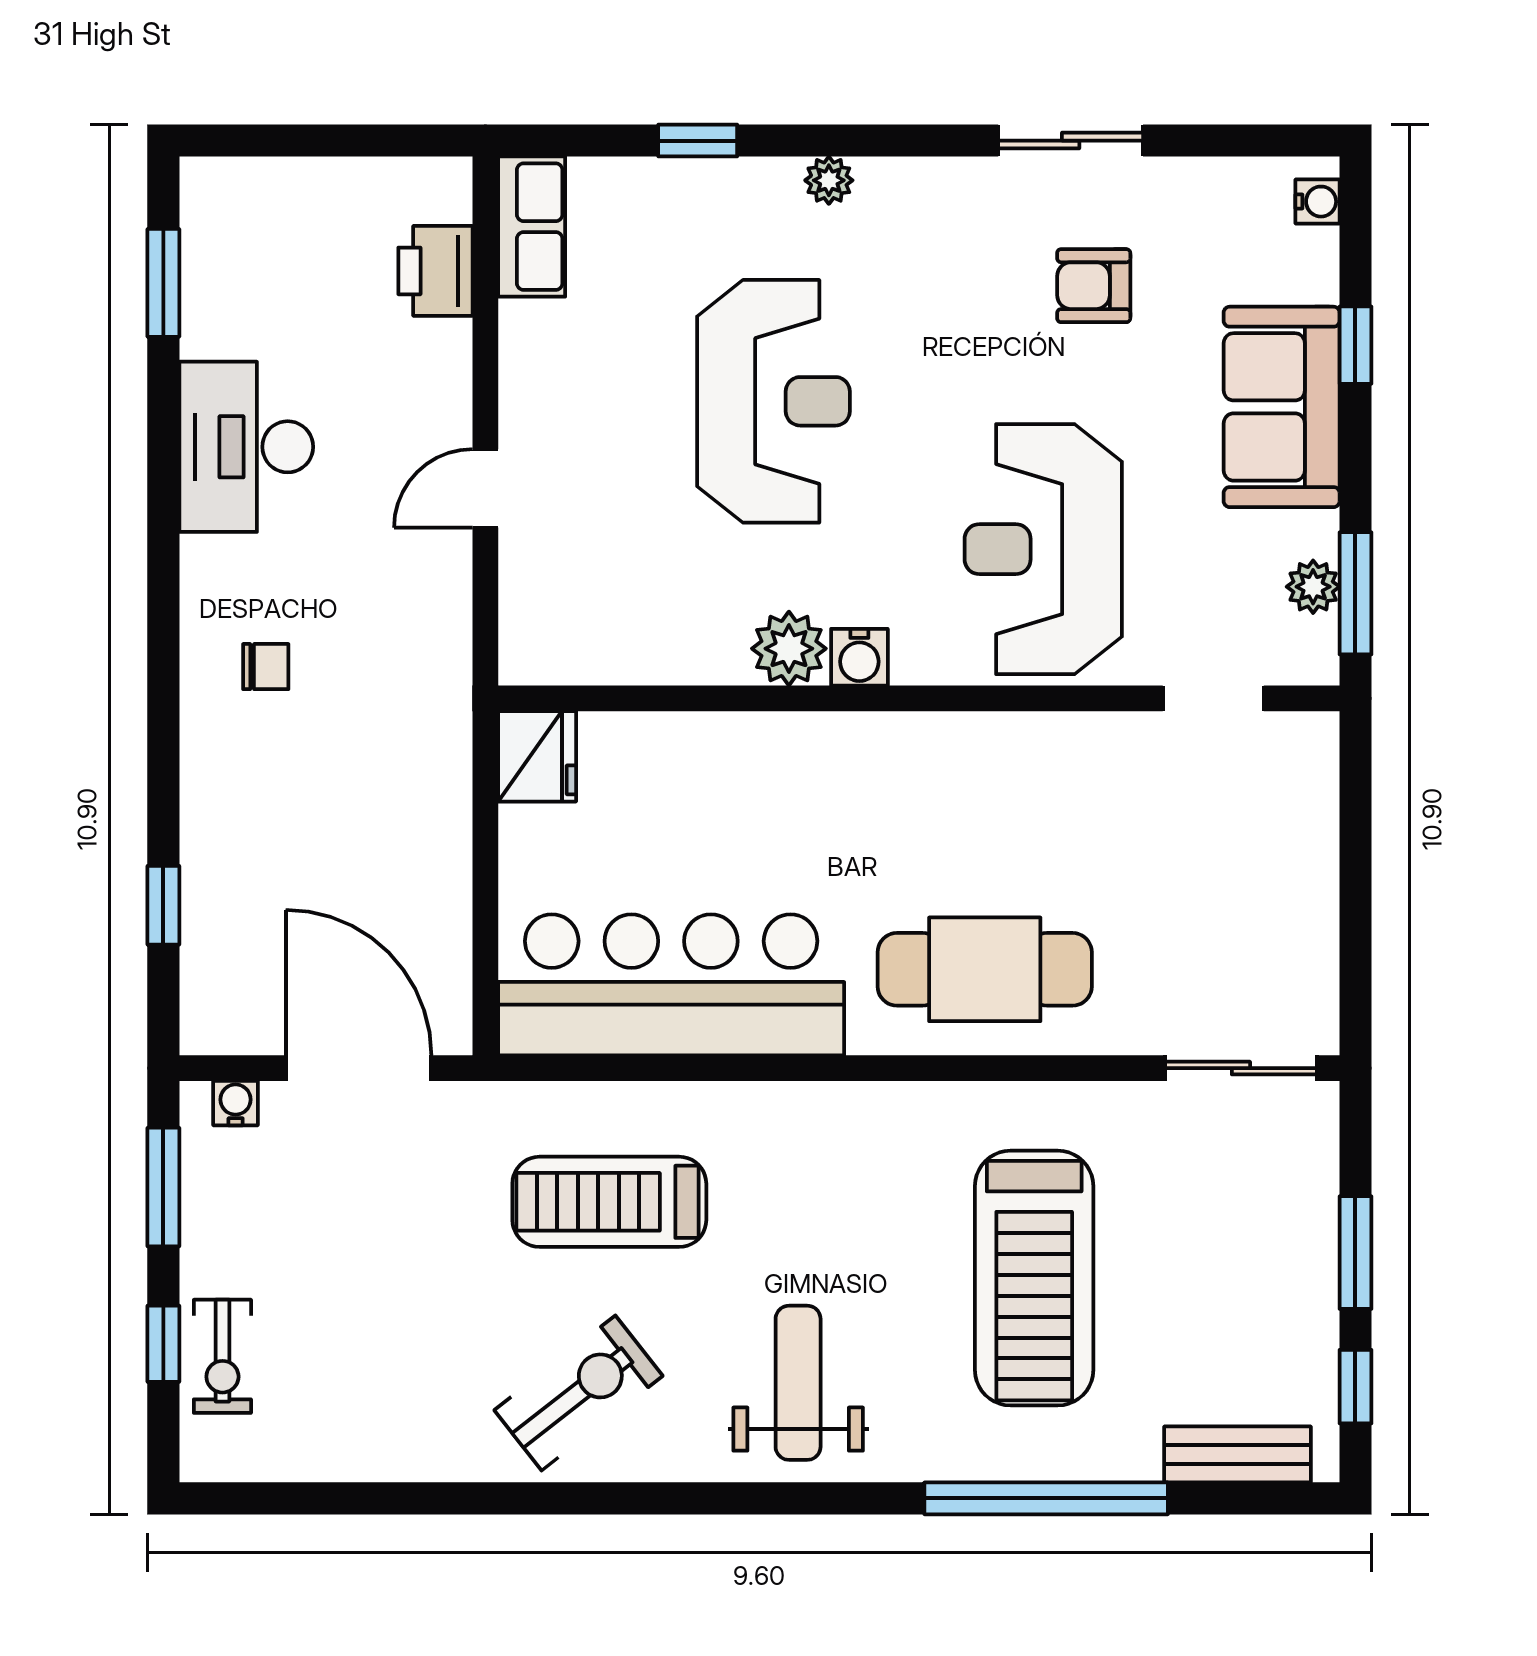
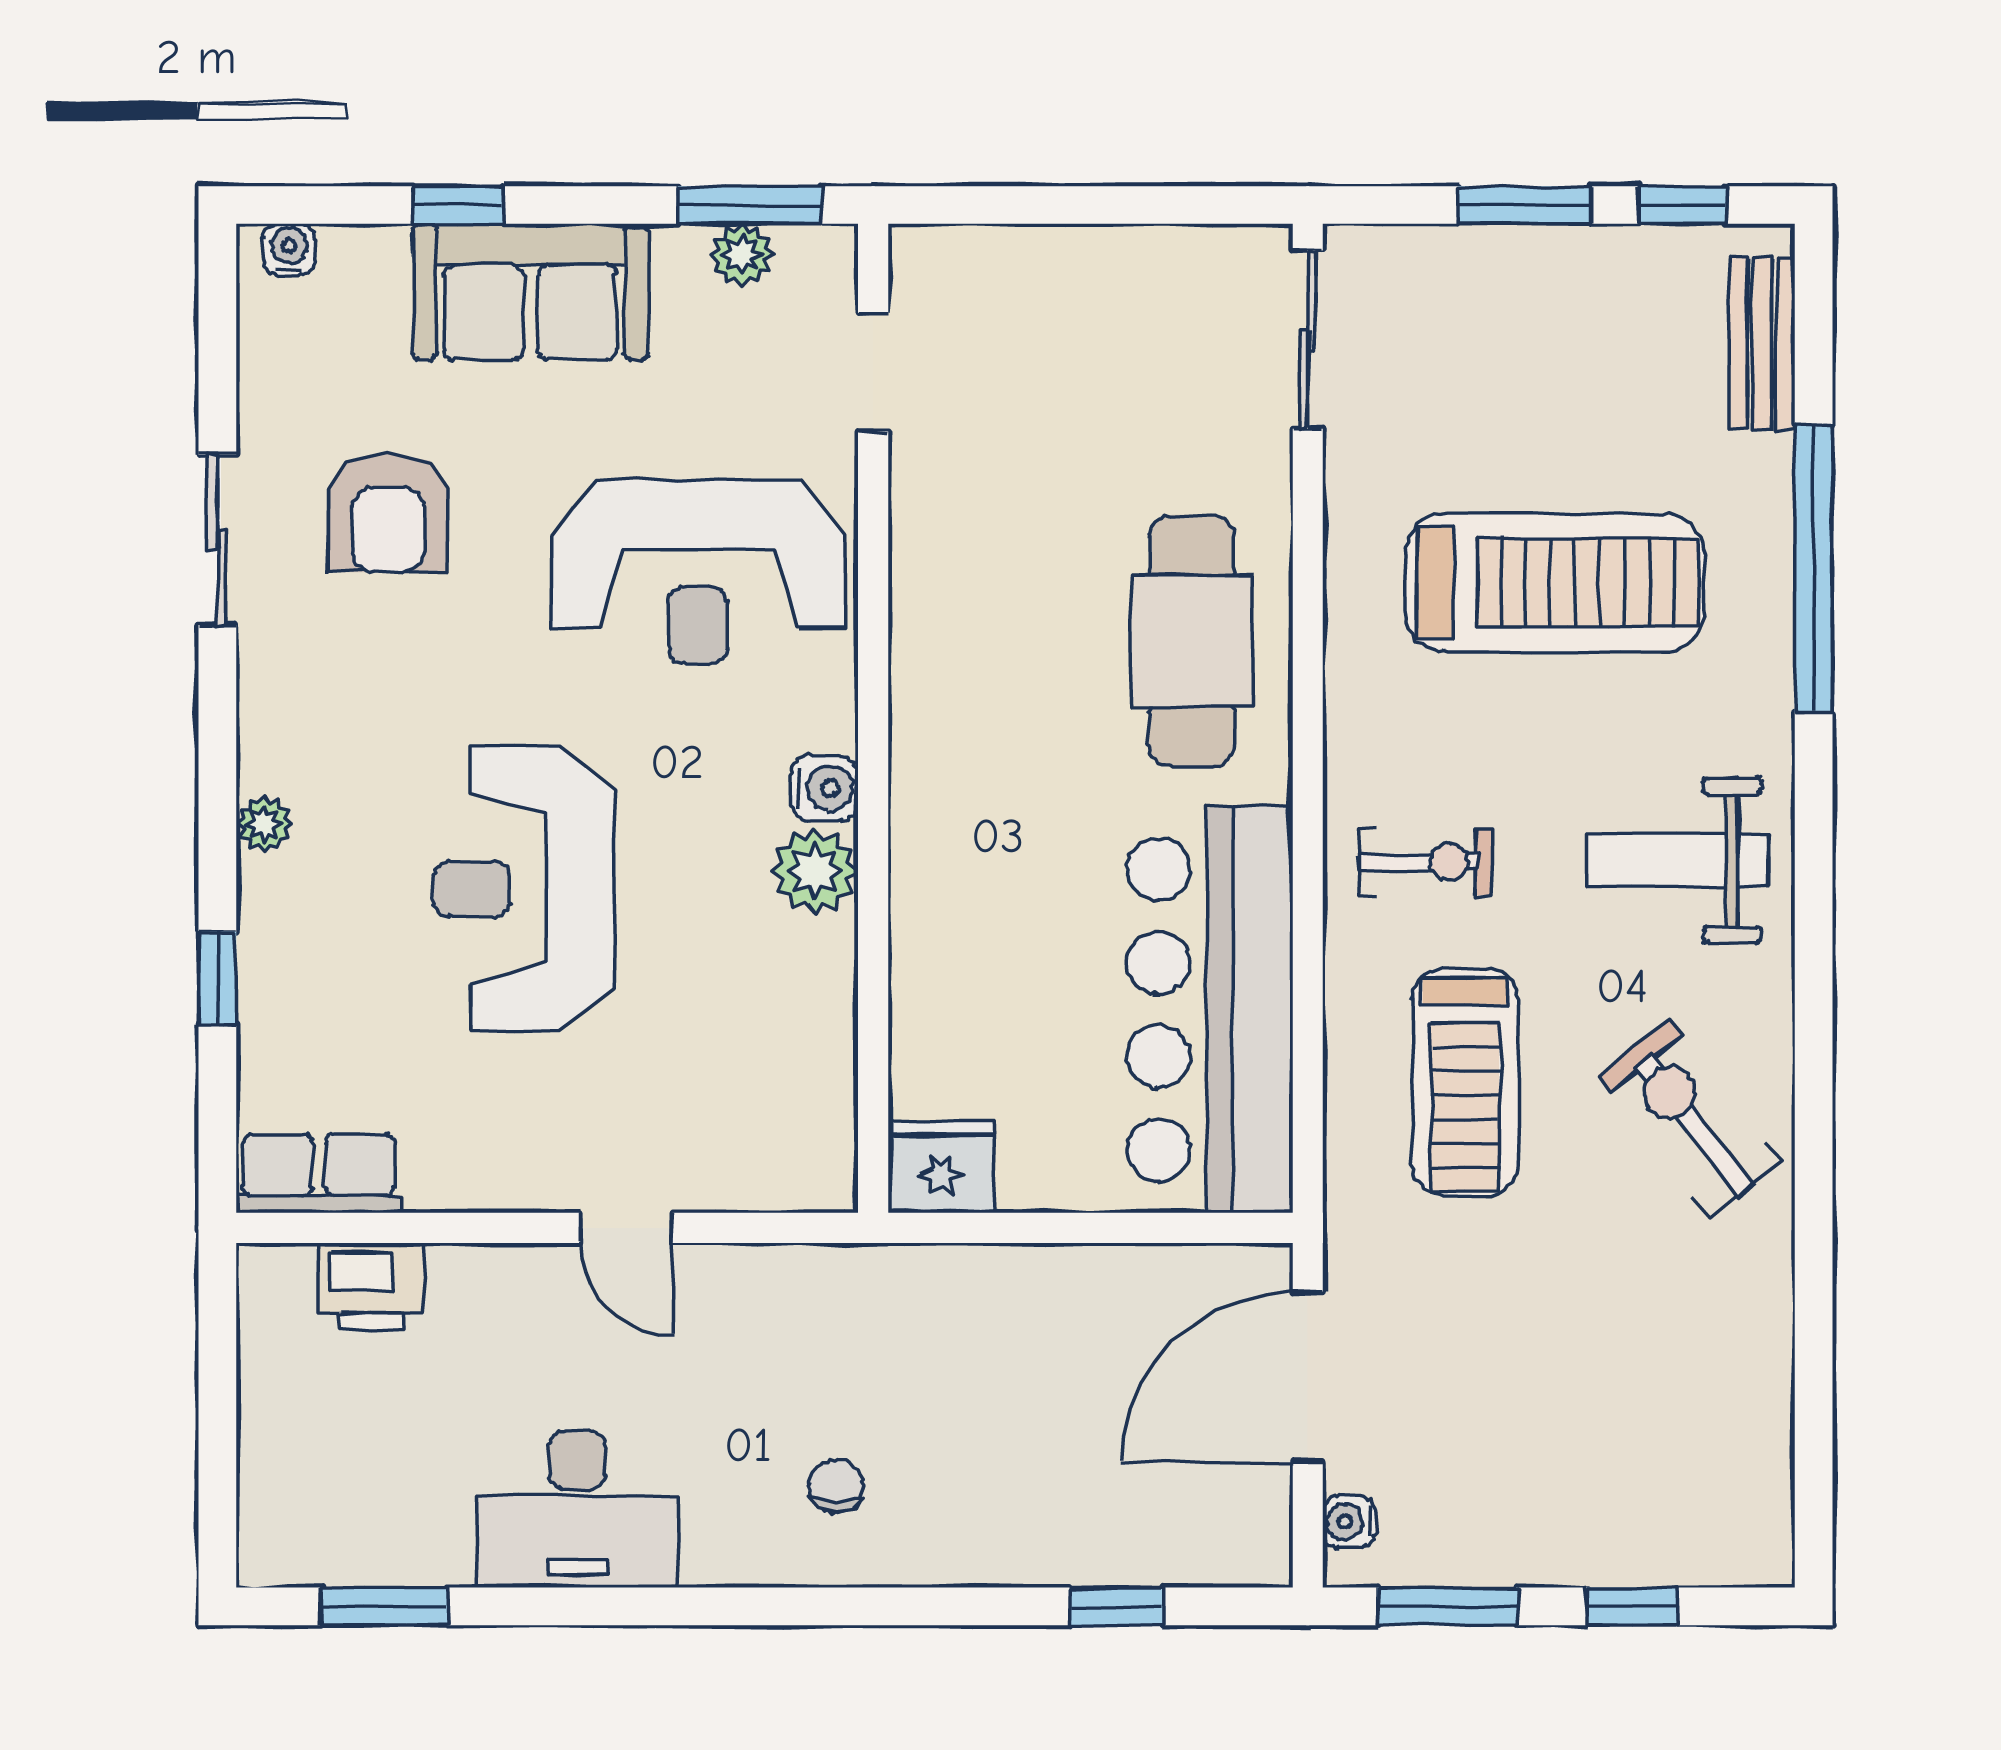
armchair: (1094, 286) -> (388, 513), width x1.38, depth x1.38
reception desk: (773, 401) -> (524, 889), turned -90
exercise bike: (222, 1356) -> (1425, 862), moved

